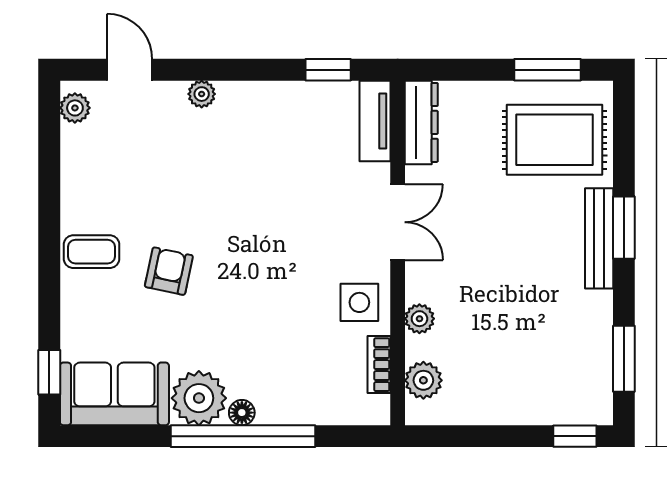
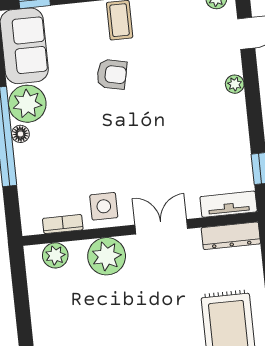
double door: (398, 222) -> (161, 227), swing flipped
plant: (419, 319) -> (107, 256), width x1.87, depth x1.87

